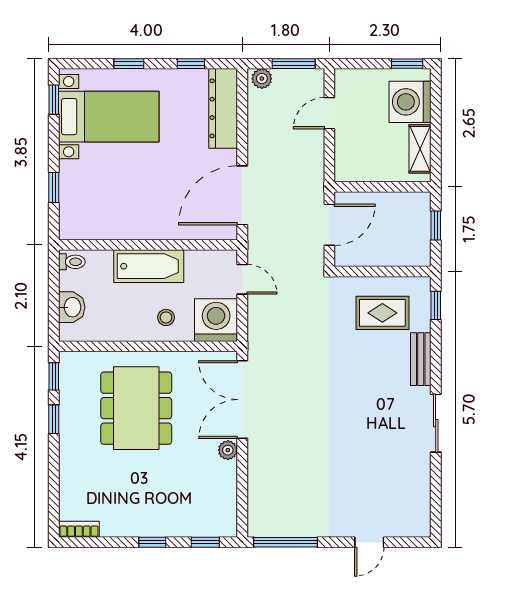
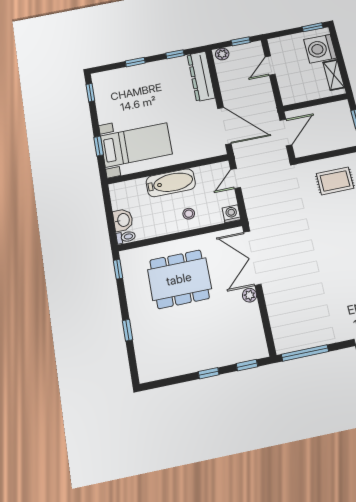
window: (294, 64) -> (241, 41), width x0.67
bed with nightstands: (109, 117) -> (136, 145), moved
door: (242, 195) -> (224, 126), swing flipped
toilet: (72, 262) -> (126, 237), moved
door: (242, 279) -> (236, 178), swing flipped
washing machine: (216, 320) -> (231, 214), width x0.53, depth x0.53
dining table: (136, 408) -> (179, 279), turned 90
window: (54, 419) -> (128, 330), moved
bookcase: (79, 529) -> (153, 375), removed

